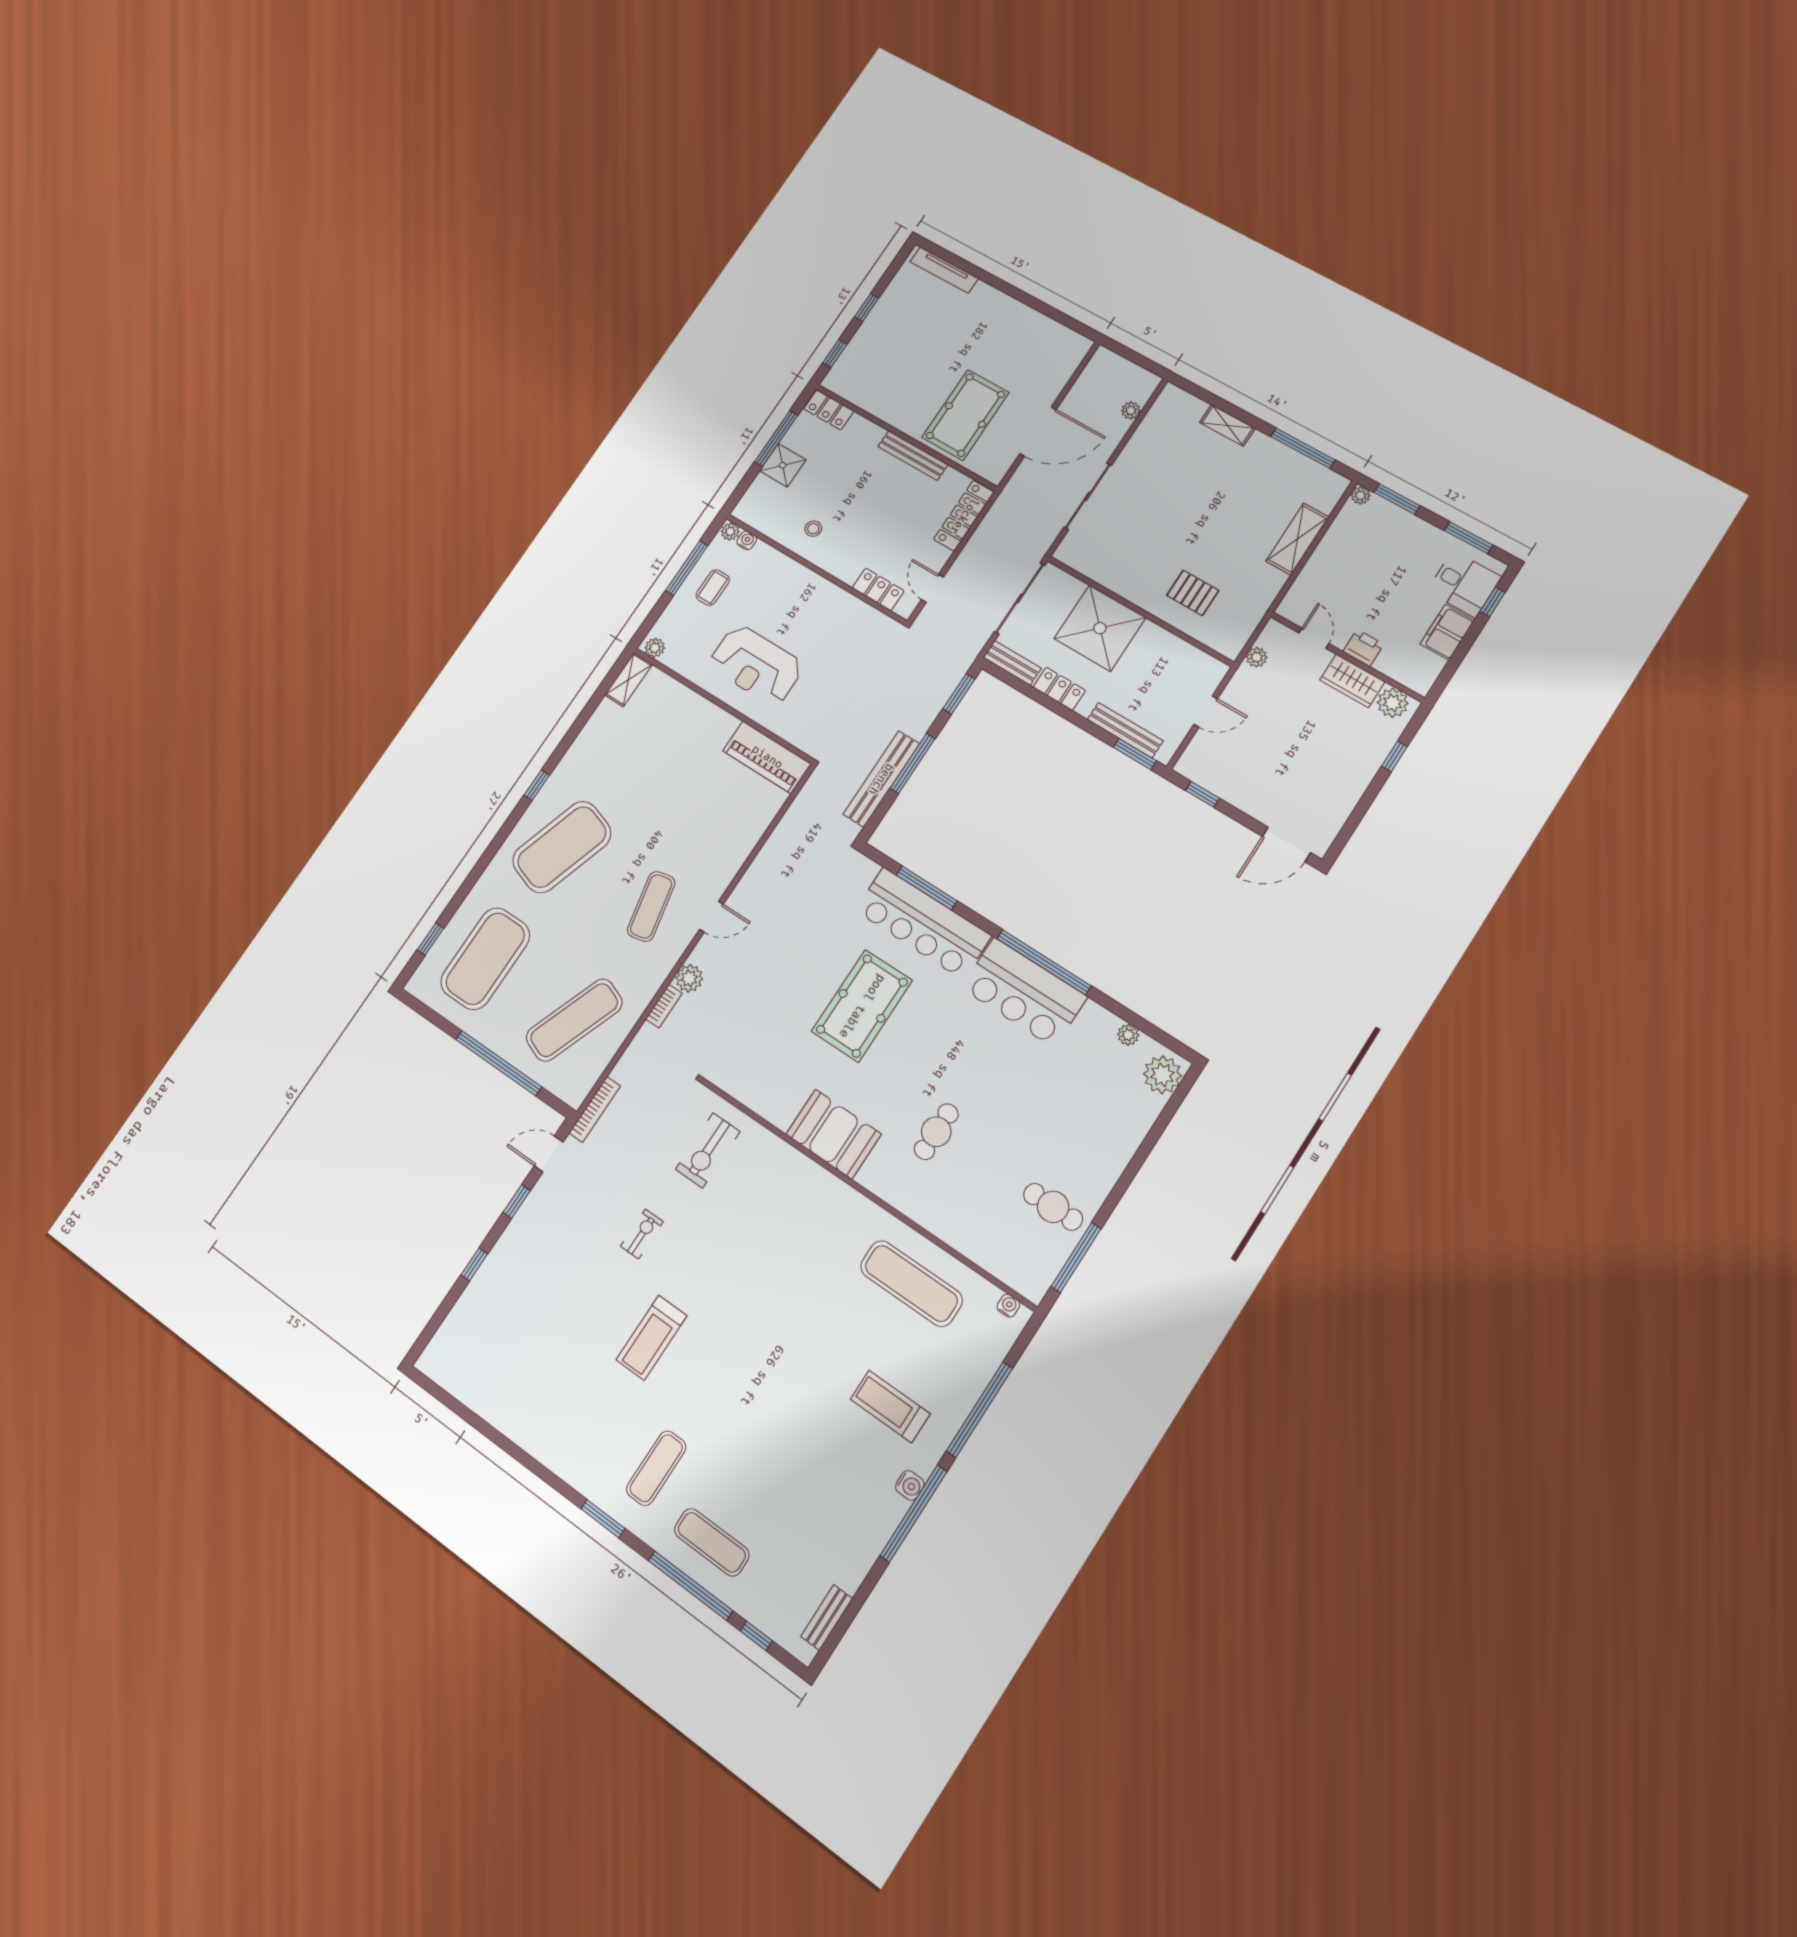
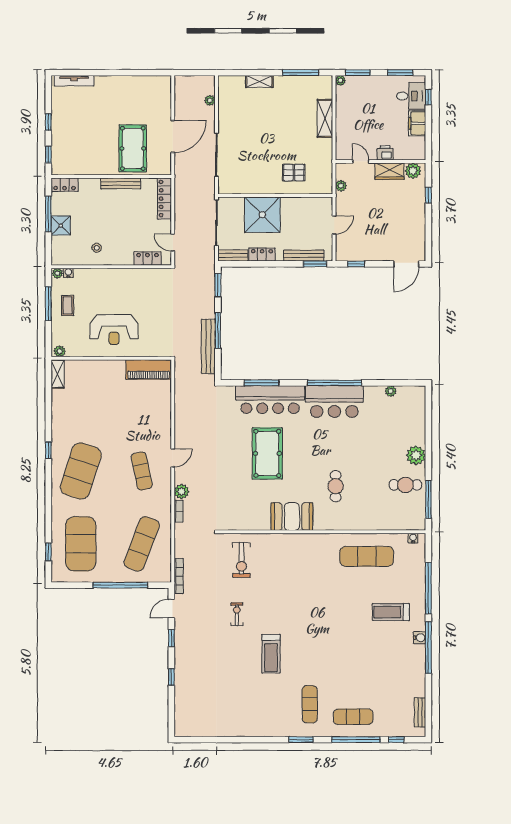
plant: (1162, 1075) -> (416, 455), moved

